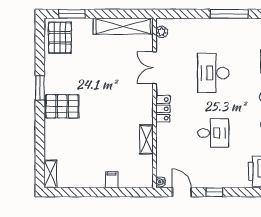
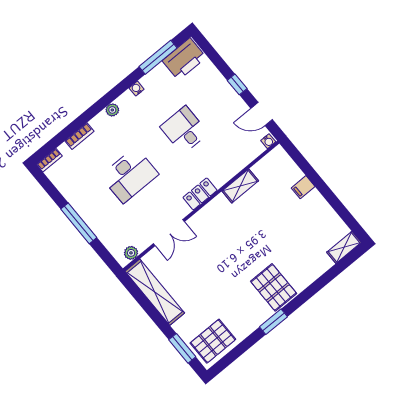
window: (229, 14) -> (79, 223), moved
door: (182, 192) -> (262, 114), hinge flipped

